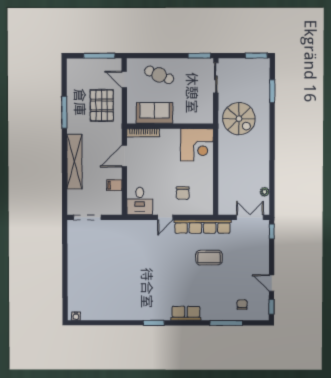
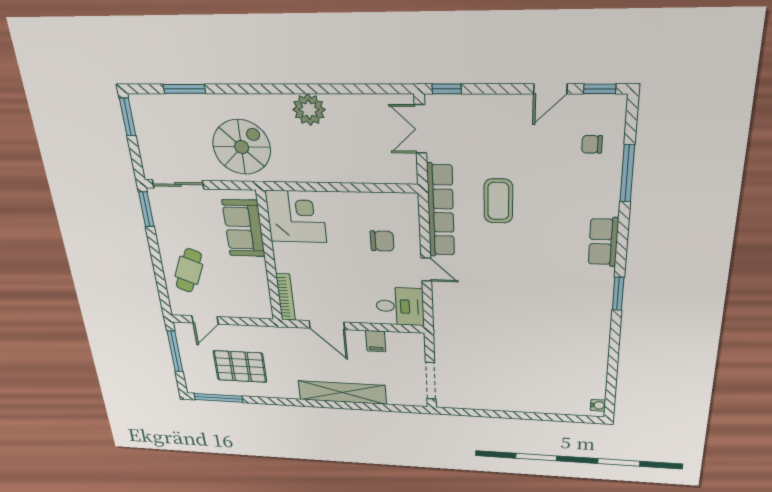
pallet: (102, 105) -> (240, 366), moved
window: (64, 112) -> (218, 398), moved
sofa: (154, 113) -> (244, 228), moved
plant: (265, 192) -> (309, 110), moved, width x1.88, depth x1.88

